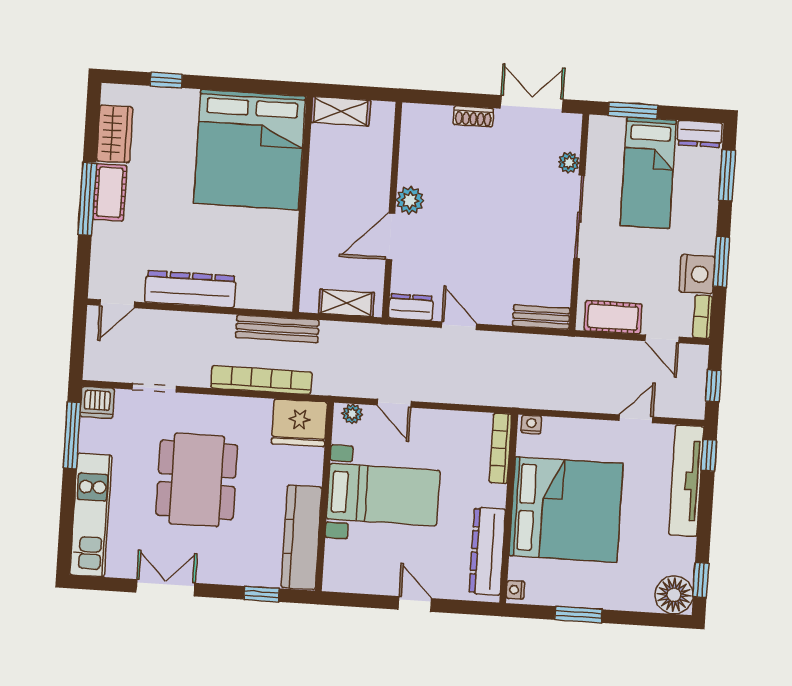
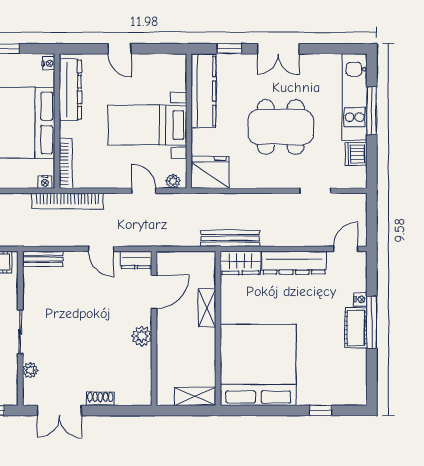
wardrobe: (115, 134) -> (240, 263), moved, turned -90
sliding door: (579, 217) -> (20, 332), width x0.73
nightstand: (101, 232) -> (360, 299), added
door: (390, 236) -> (154, 292), moved
shelving: (346, 303) -> (207, 308), moved, turned 90
bookcase: (261, 380) -> (68, 201), moved
dishwasher: (97, 403) -> (356, 154), moved, turned -90
window: (72, 435) -> (372, 111), moved
dining table: (197, 480) -> (281, 127), turned 90
double door: (165, 588) -> (278, 49), moved

